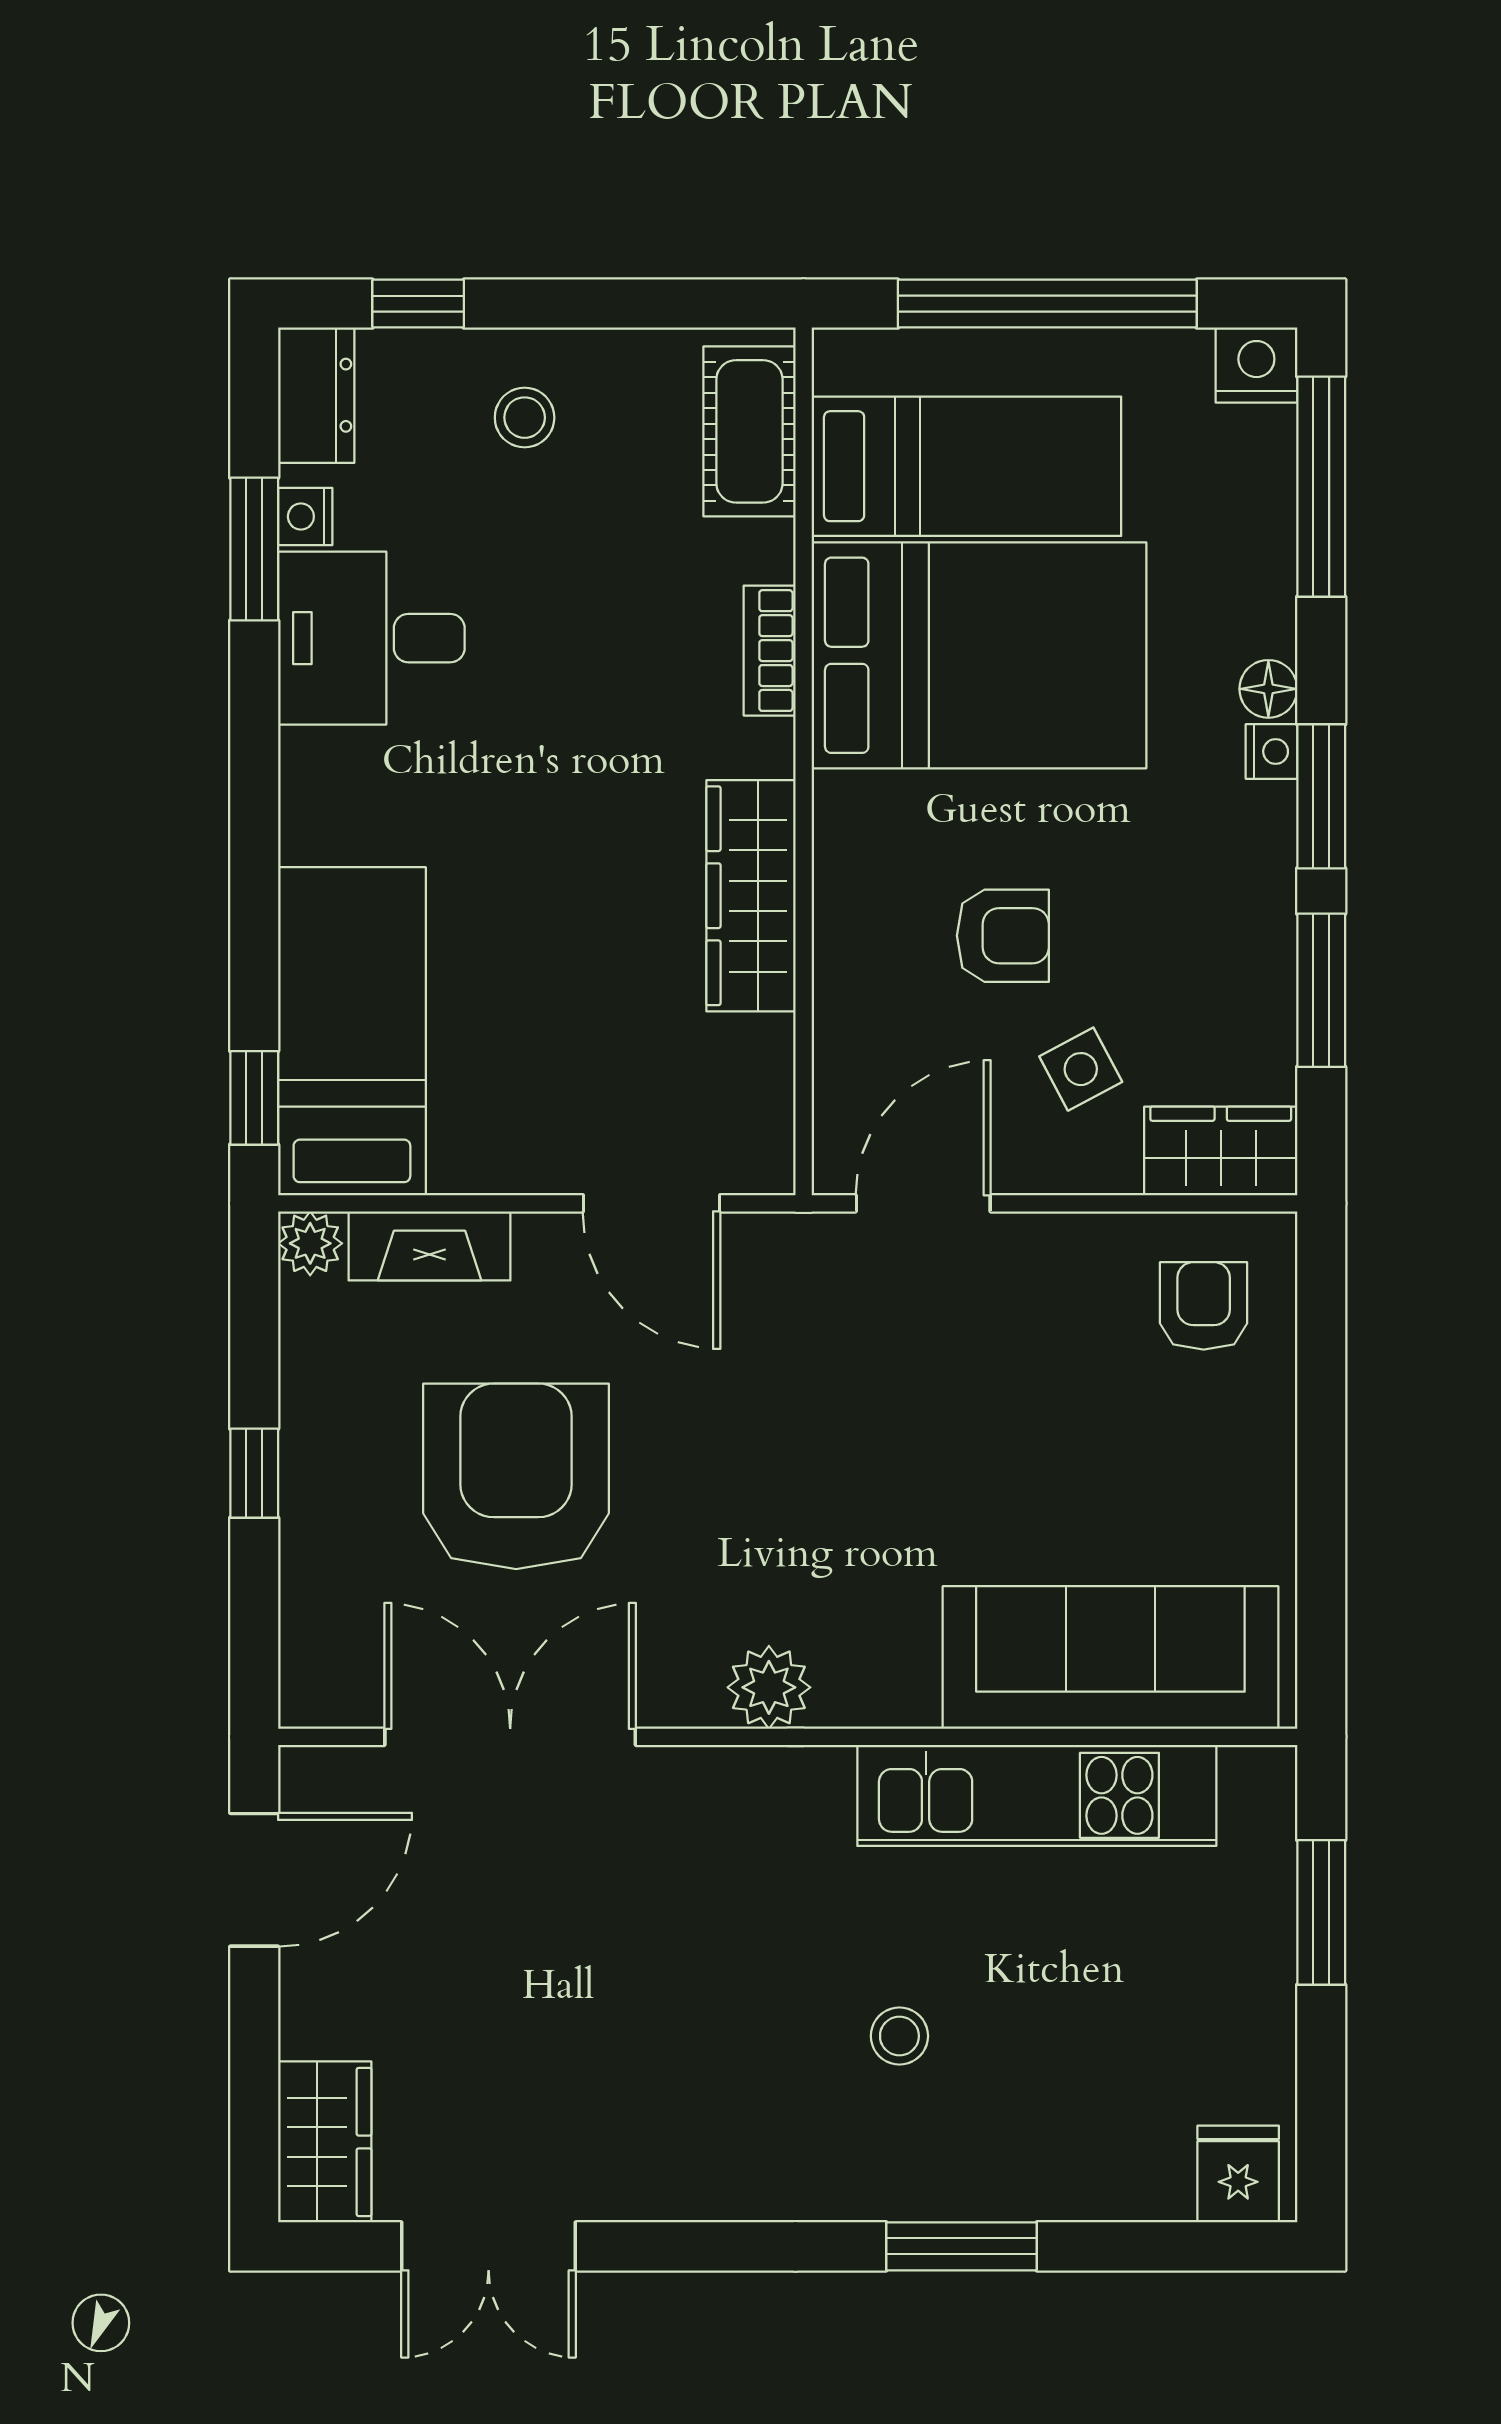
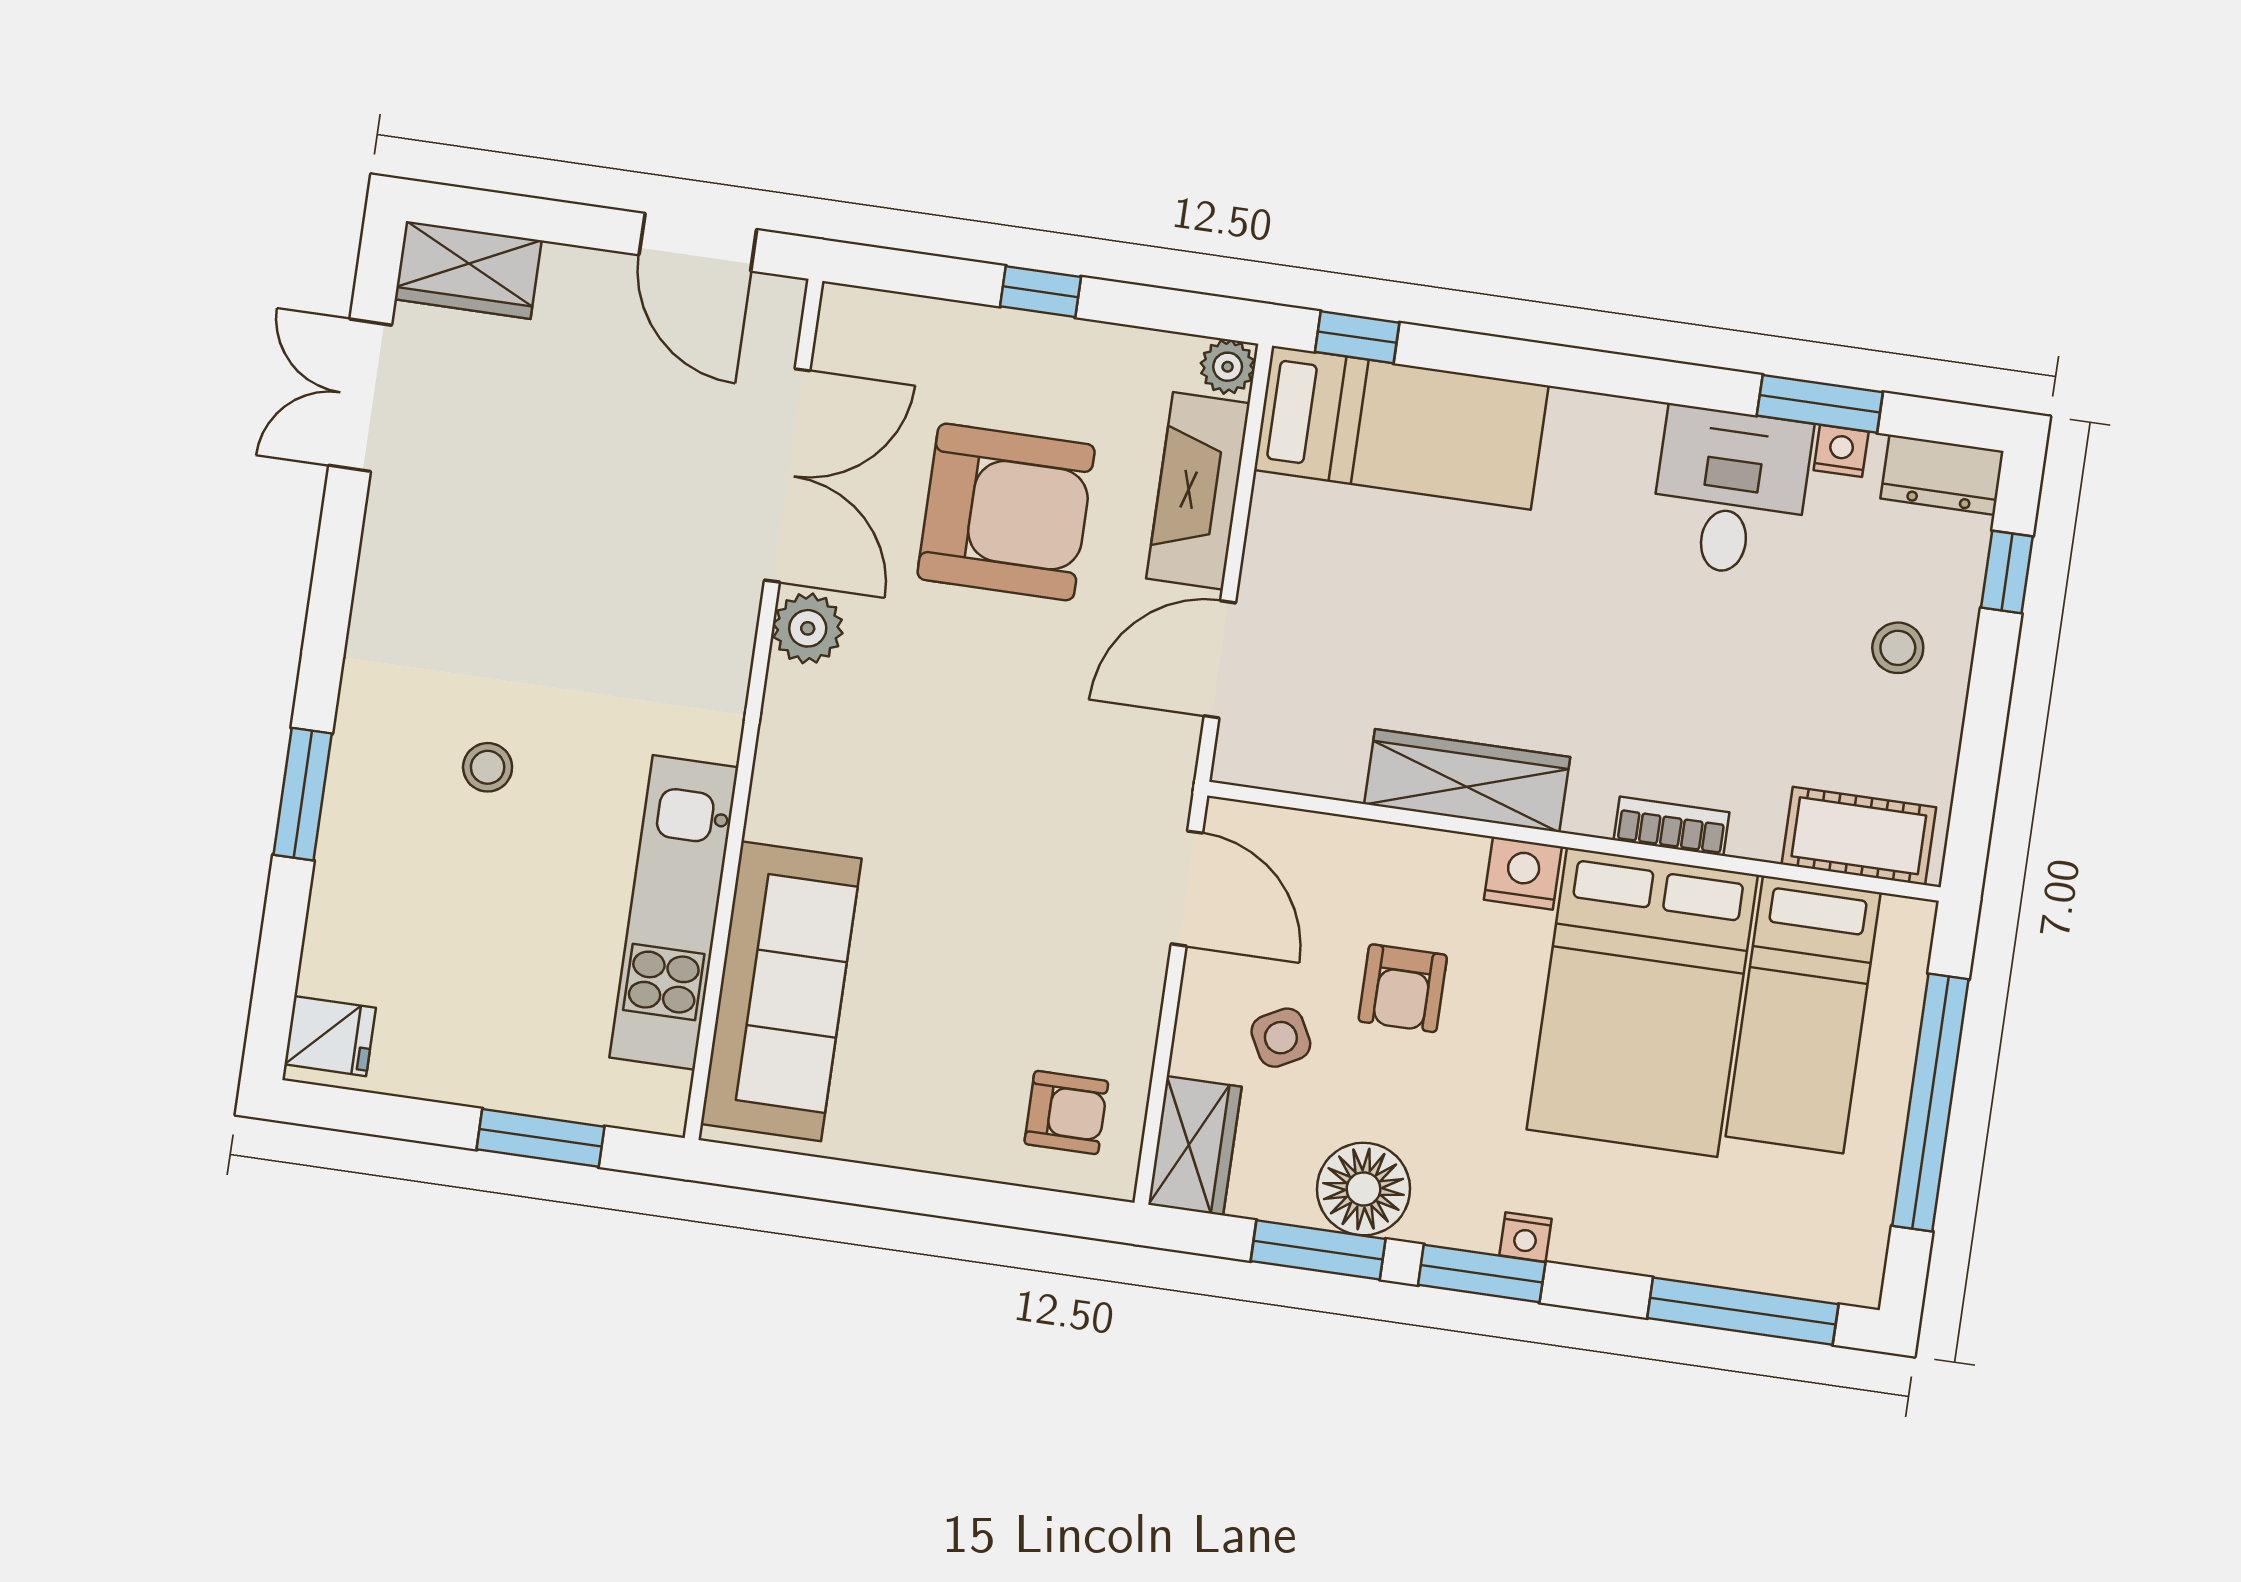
nightstand: (1256, 365) -> (1523, 873), moved, turned -90
floor lamp: (1268, 689) -> (1363, 1189), moved, width x1.89, depth x1.89
fireplace: (429, 1246) -> (1198, 491), width x1.37, depth x1.32
plant: (769, 1687) -> (808, 628), moved

